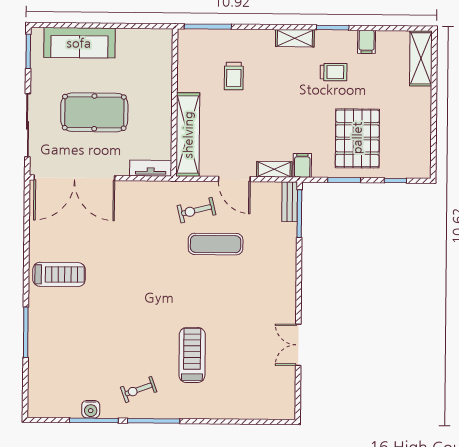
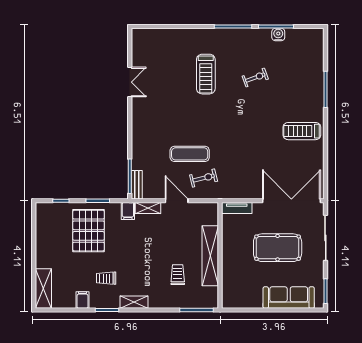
shelving: (188, 135) -> (210, 256), moved
exercise bike: (139, 389) -> (255, 78), moved

